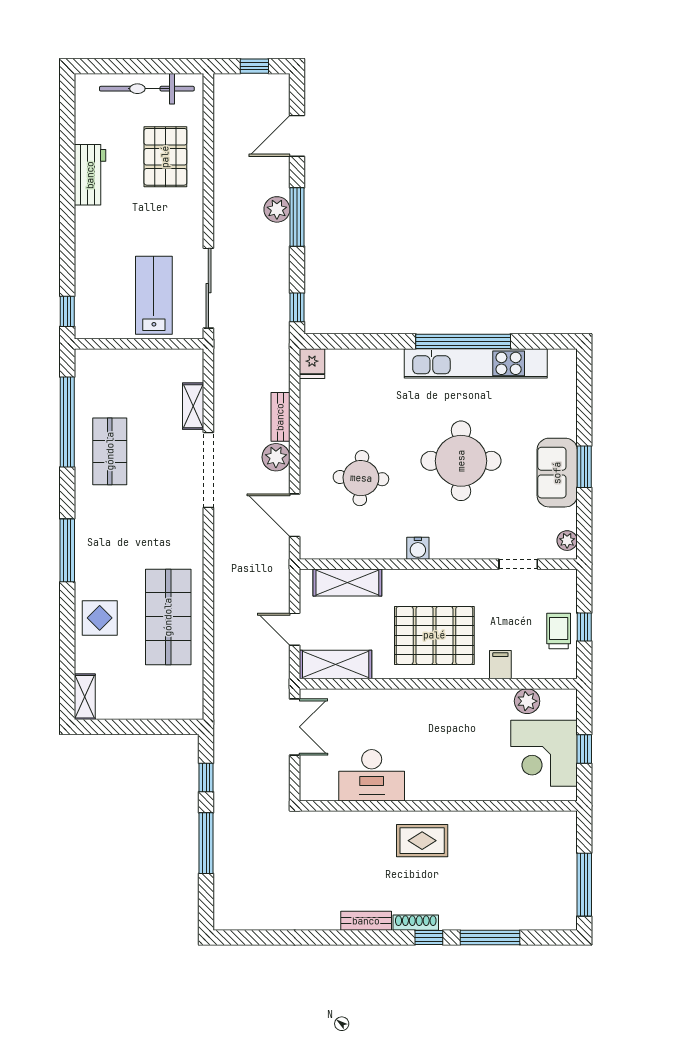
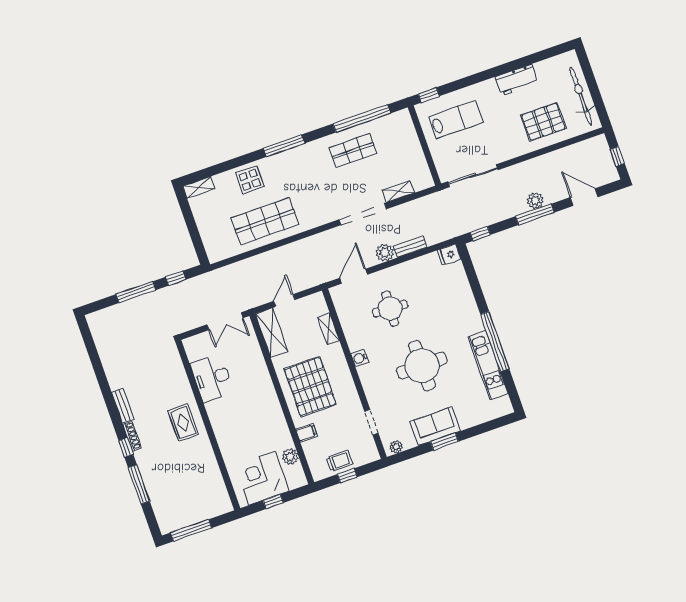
lab bench: (154, 295) -> (456, 119), moved
kitchen unit: (476, 363) -> (488, 365), width x0.73
shelving: (347, 583) -> (328, 329), width x0.67, depth x0.75

